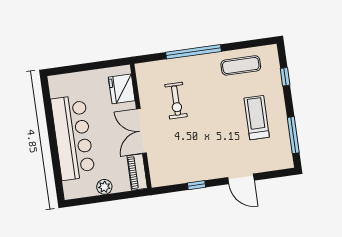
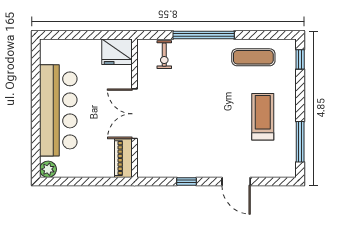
window: (285, 77) -> (300, 59), moved
fridge: (122, 89) -> (117, 52), moved, turned -90
exercise bike: (176, 101) -> (164, 55), moved, width x0.73, depth x0.72
plant: (104, 187) -> (48, 169), moved

